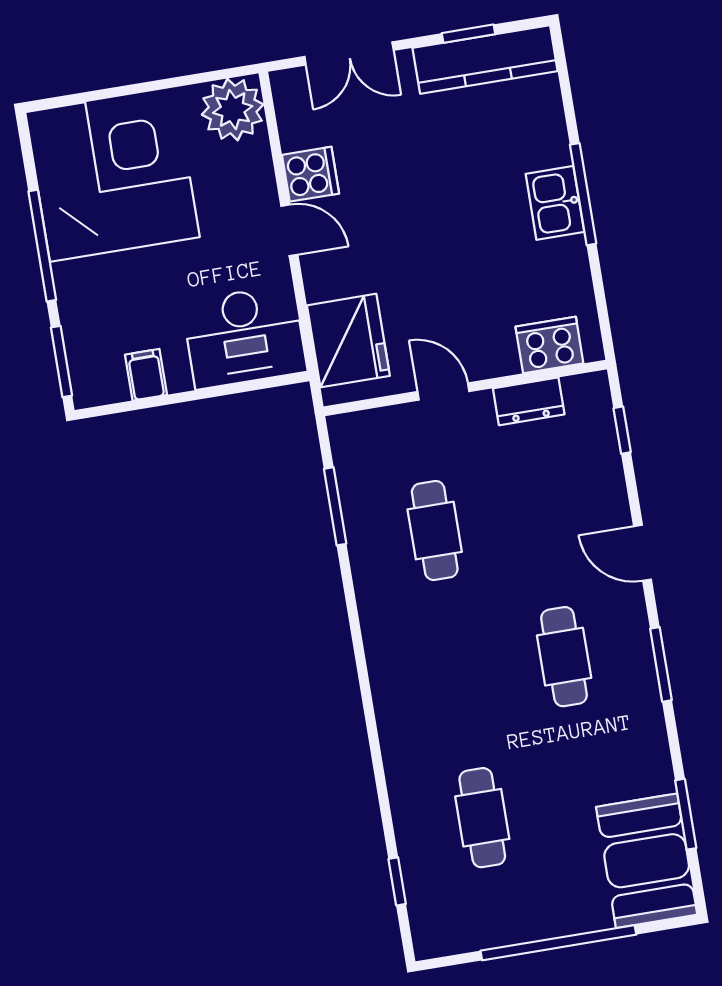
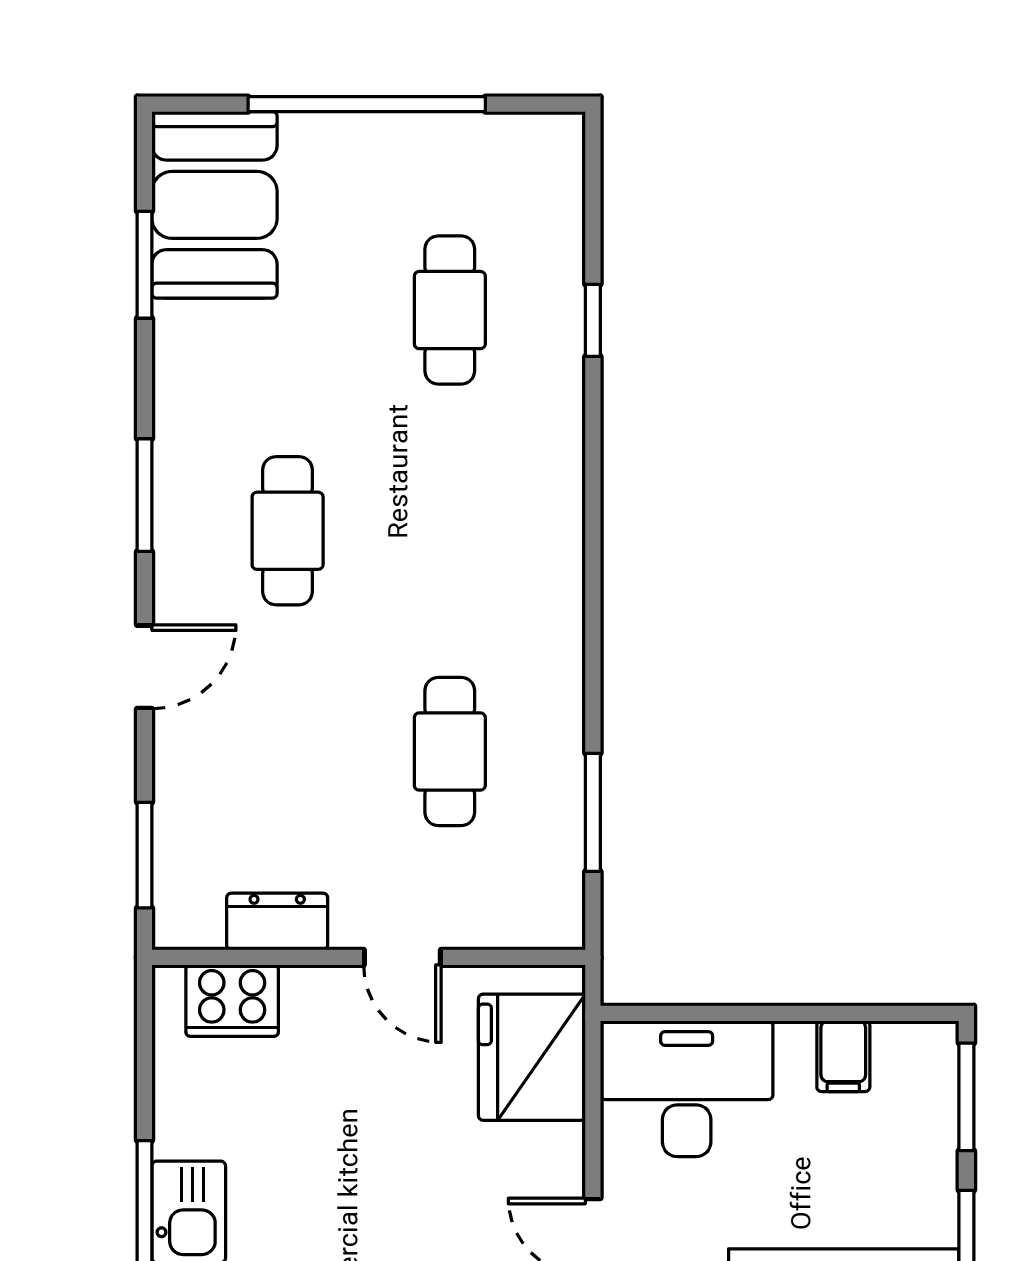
window: (622, 430) -> (144, 855), width x1.50
door: (642, 553) -> (144, 667), hinge flipped
window: (397, 881) -> (593, 320), moved

